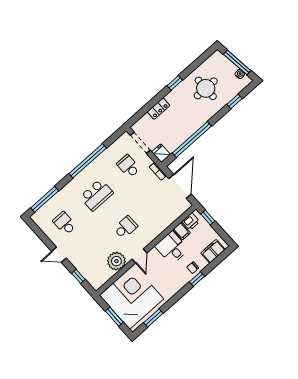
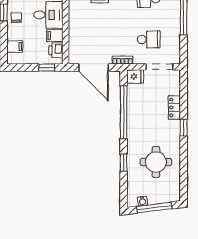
window: (175, 83) -> (184, 128), moved
window: (235, 101) -> (124, 163), moved
filing cabinet: (213, 251) -> (15, 47), width x0.50

